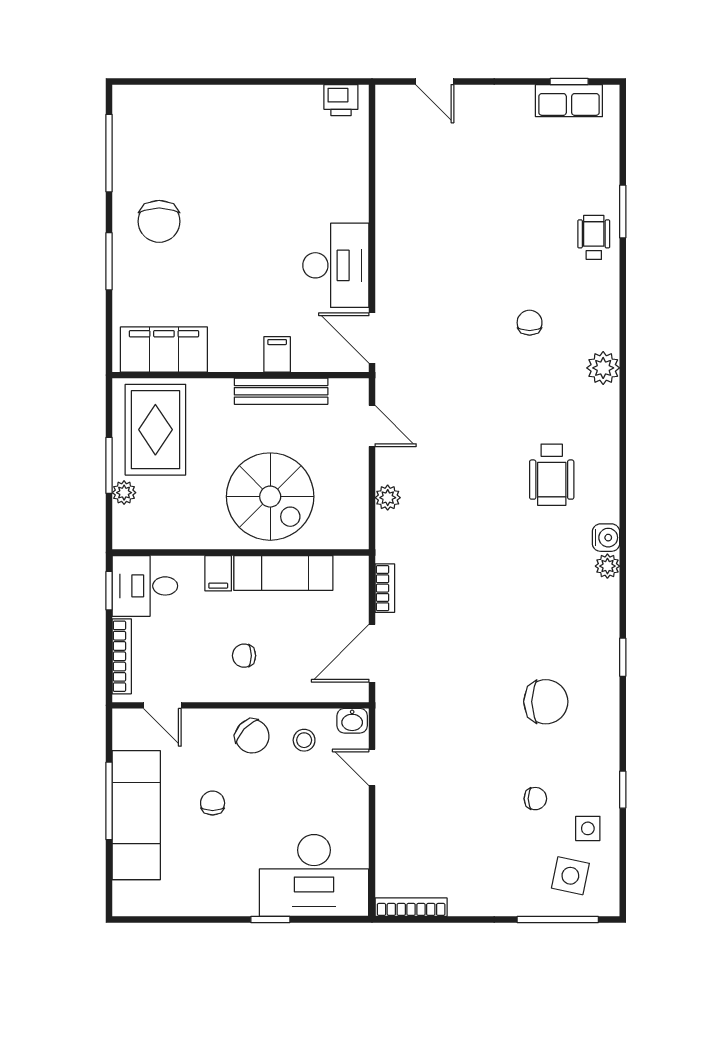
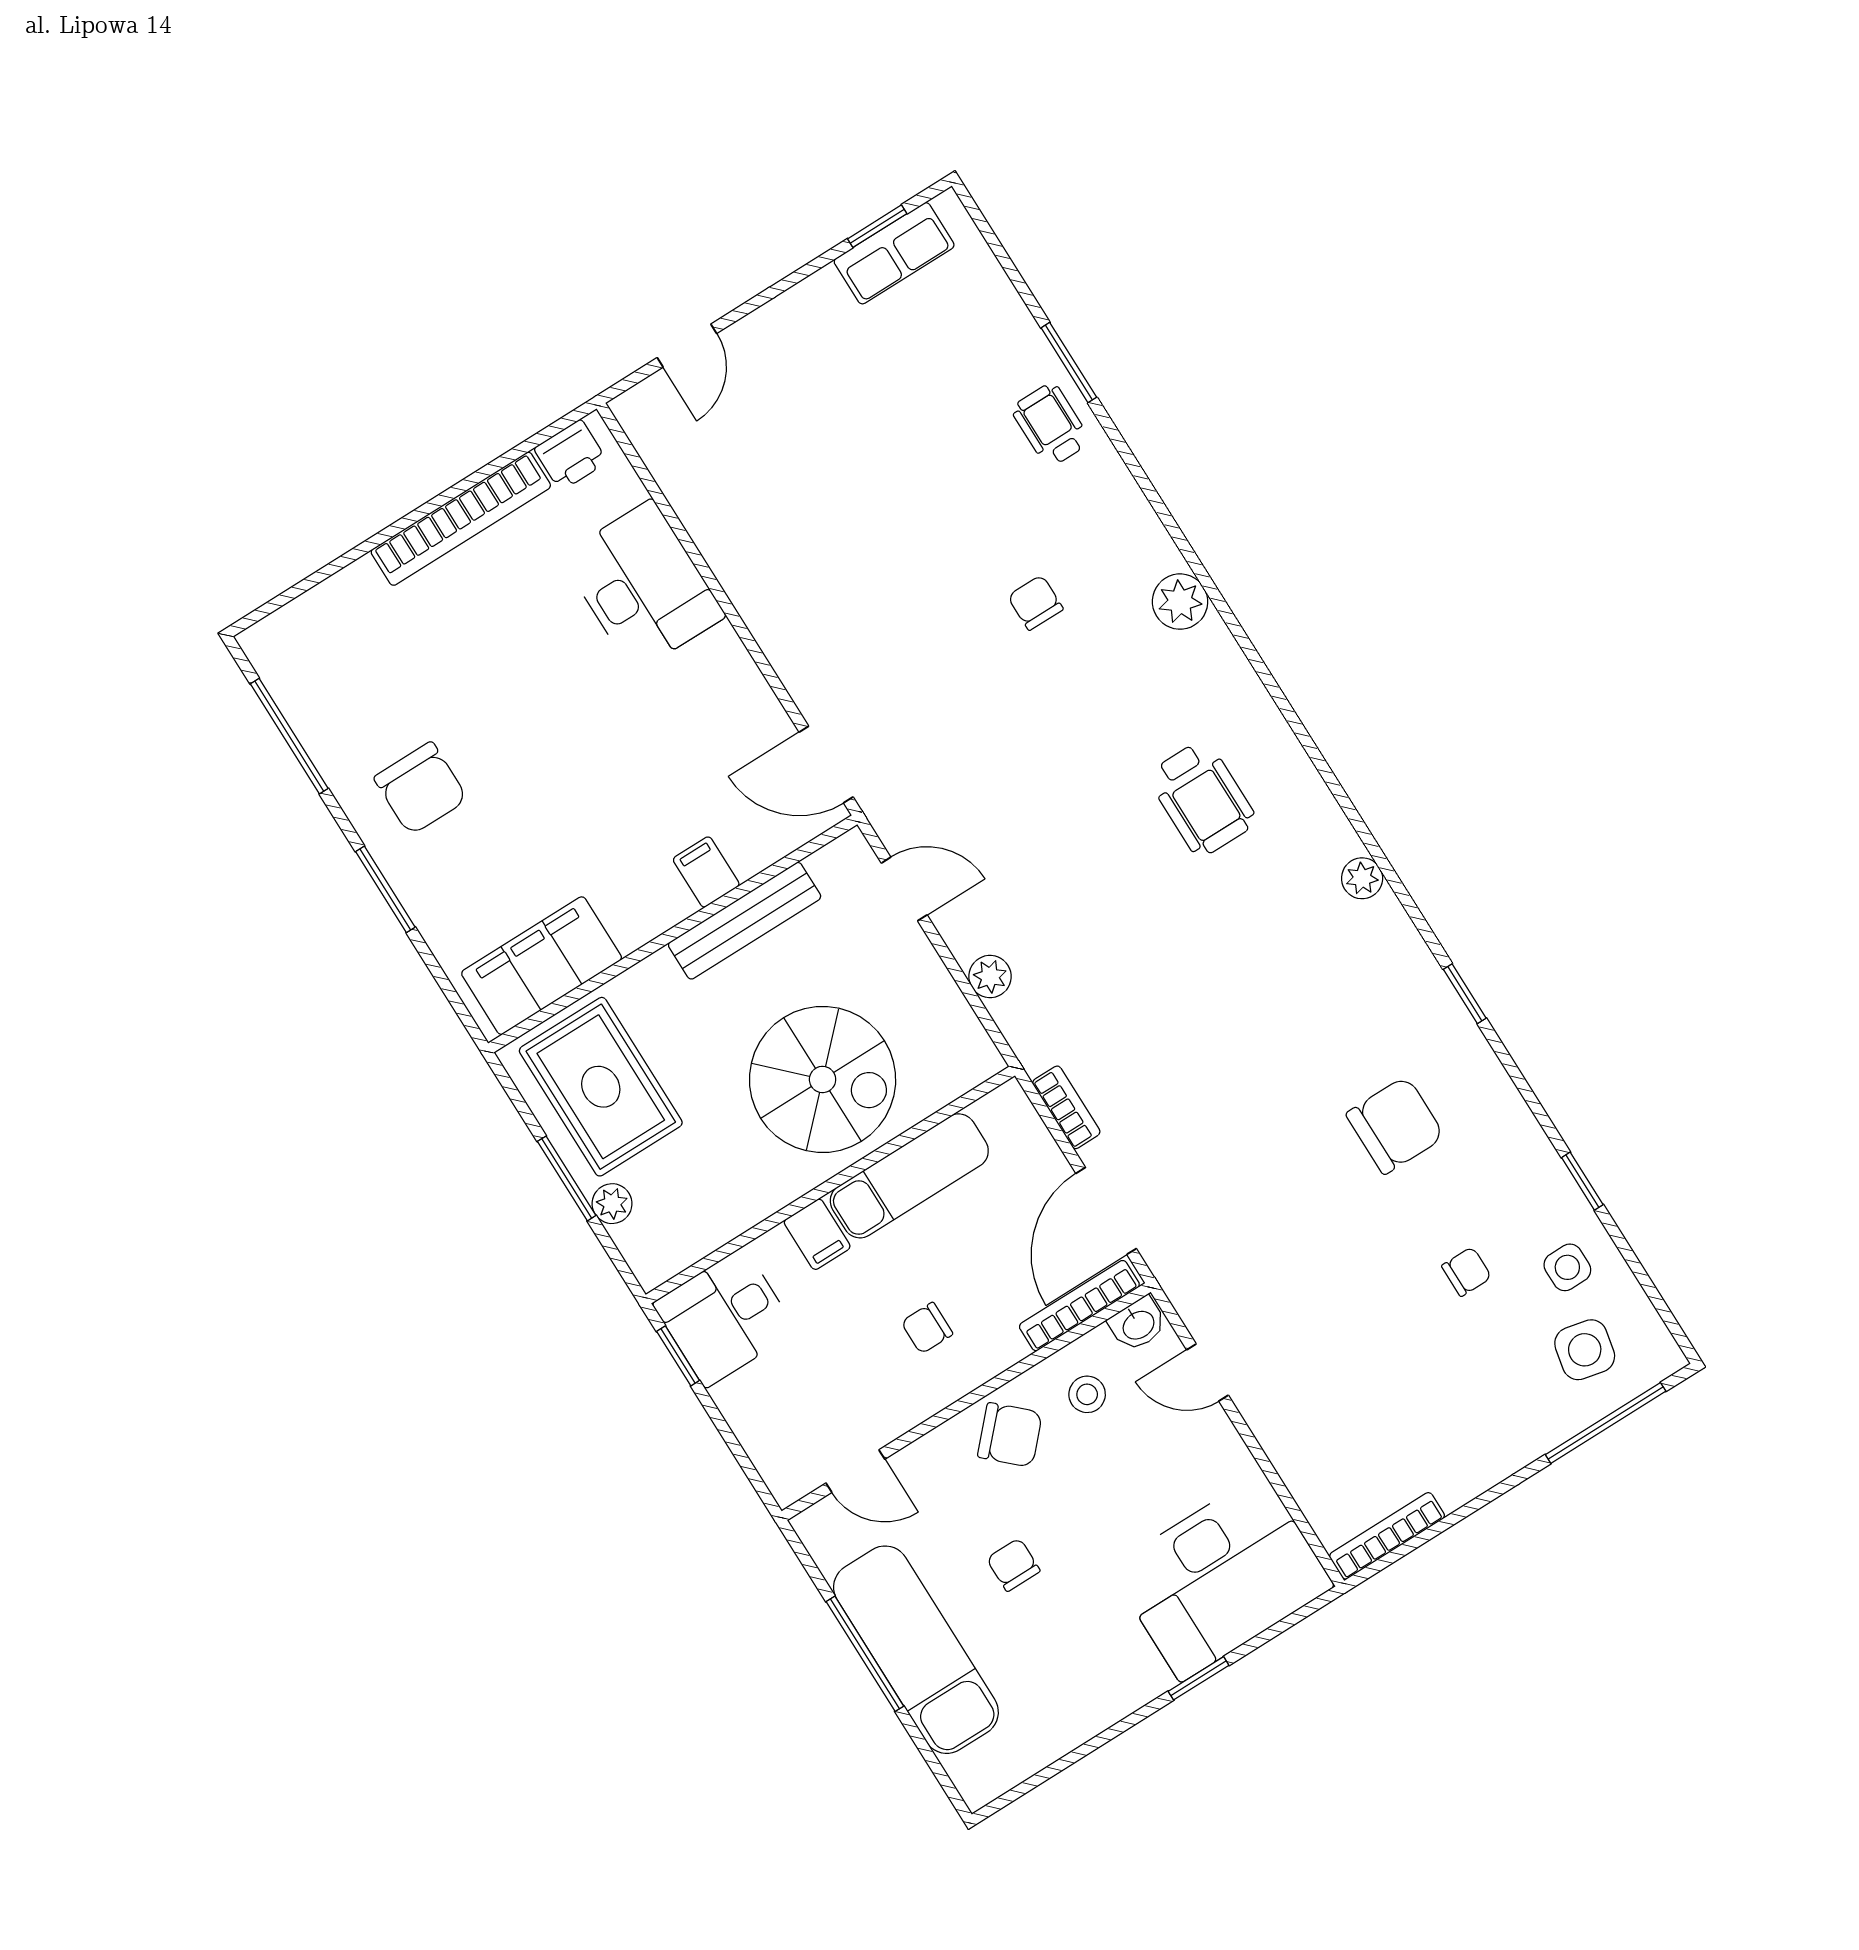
door: (435, 82) -> (687, 346), hinge flipped
bookcase: (265, 97) -> (461, 519), added
desk: (336, 265) -> (643, 586), moved
water cooler: (606, 538) -> (1335, 839), removed
bookcase: (122, 656) -> (1079, 1306), moved, turned -90

